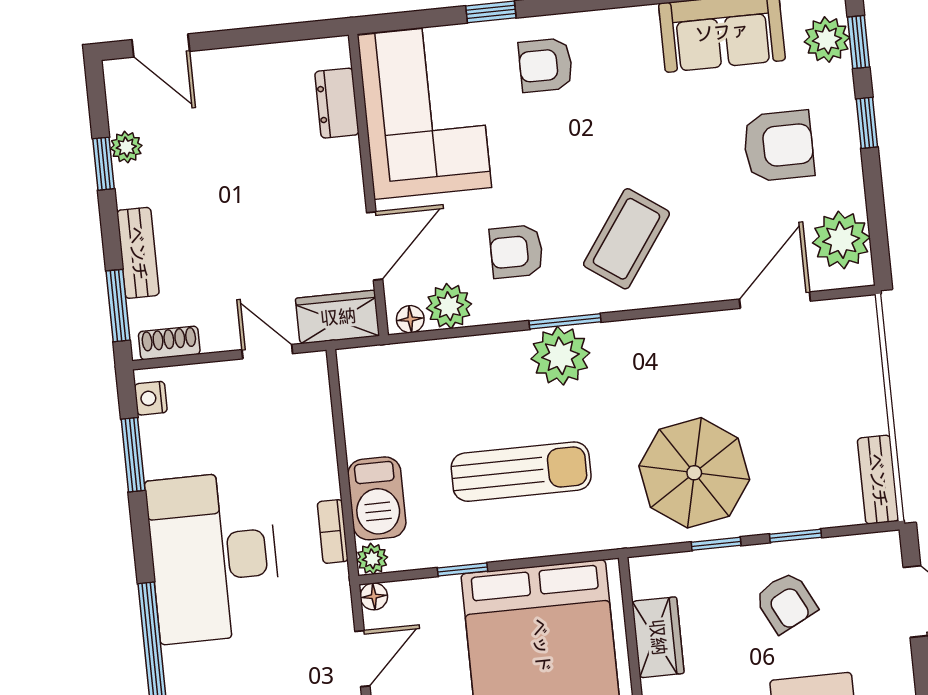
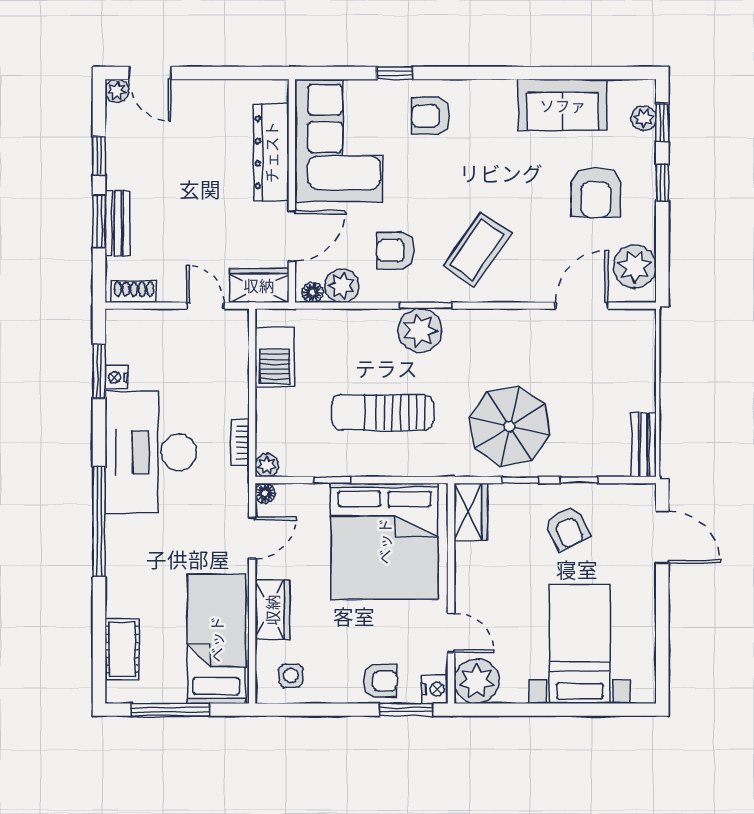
plant: (827, 40) -> (644, 118), width x0.73, depth x0.73
dresser: (337, 103) -> (271, 152), width x1.96, depth x1.24
armchair: (779, 146) -> (596, 193), turned 90
plant: (126, 147) -> (117, 91), moved
window: (118, 306) -> (99, 221), moved
nightstand: (151, 398) -> (116, 377), moved
sun lounger: (521, 472) -> (383, 413), turned 180
barbecue: (377, 498) -> (275, 357), moved
wardrobe: (658, 637) -> (471, 512), moved

